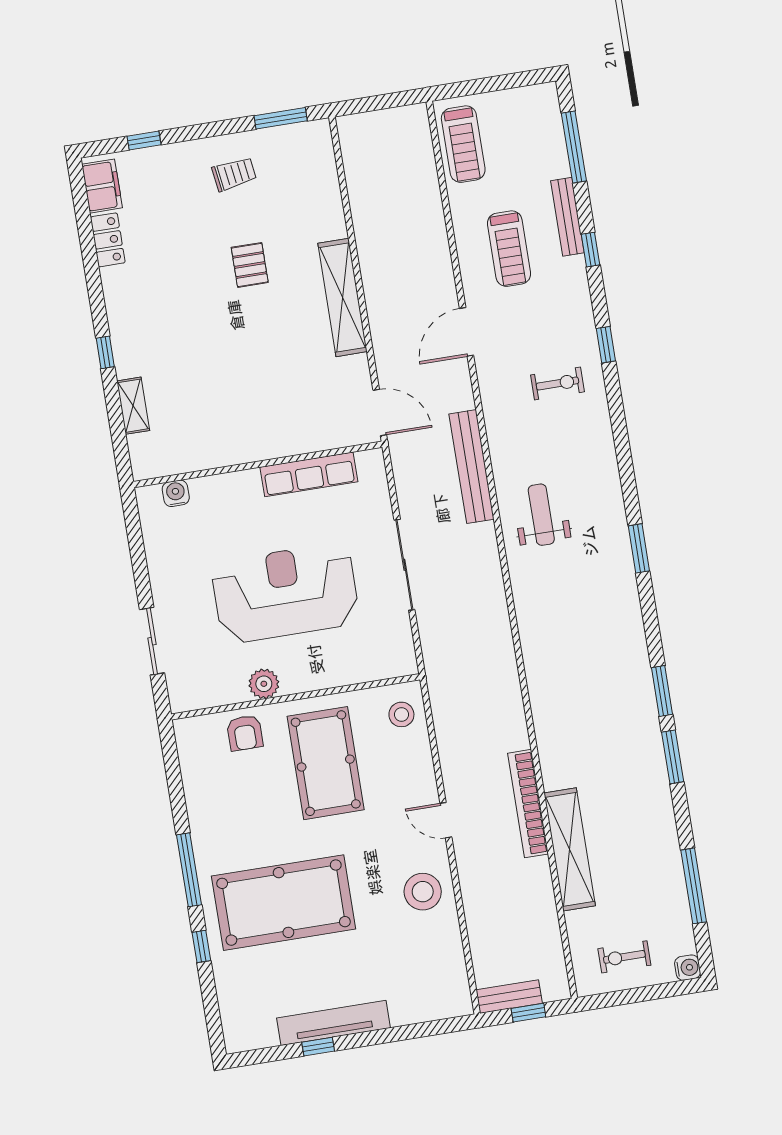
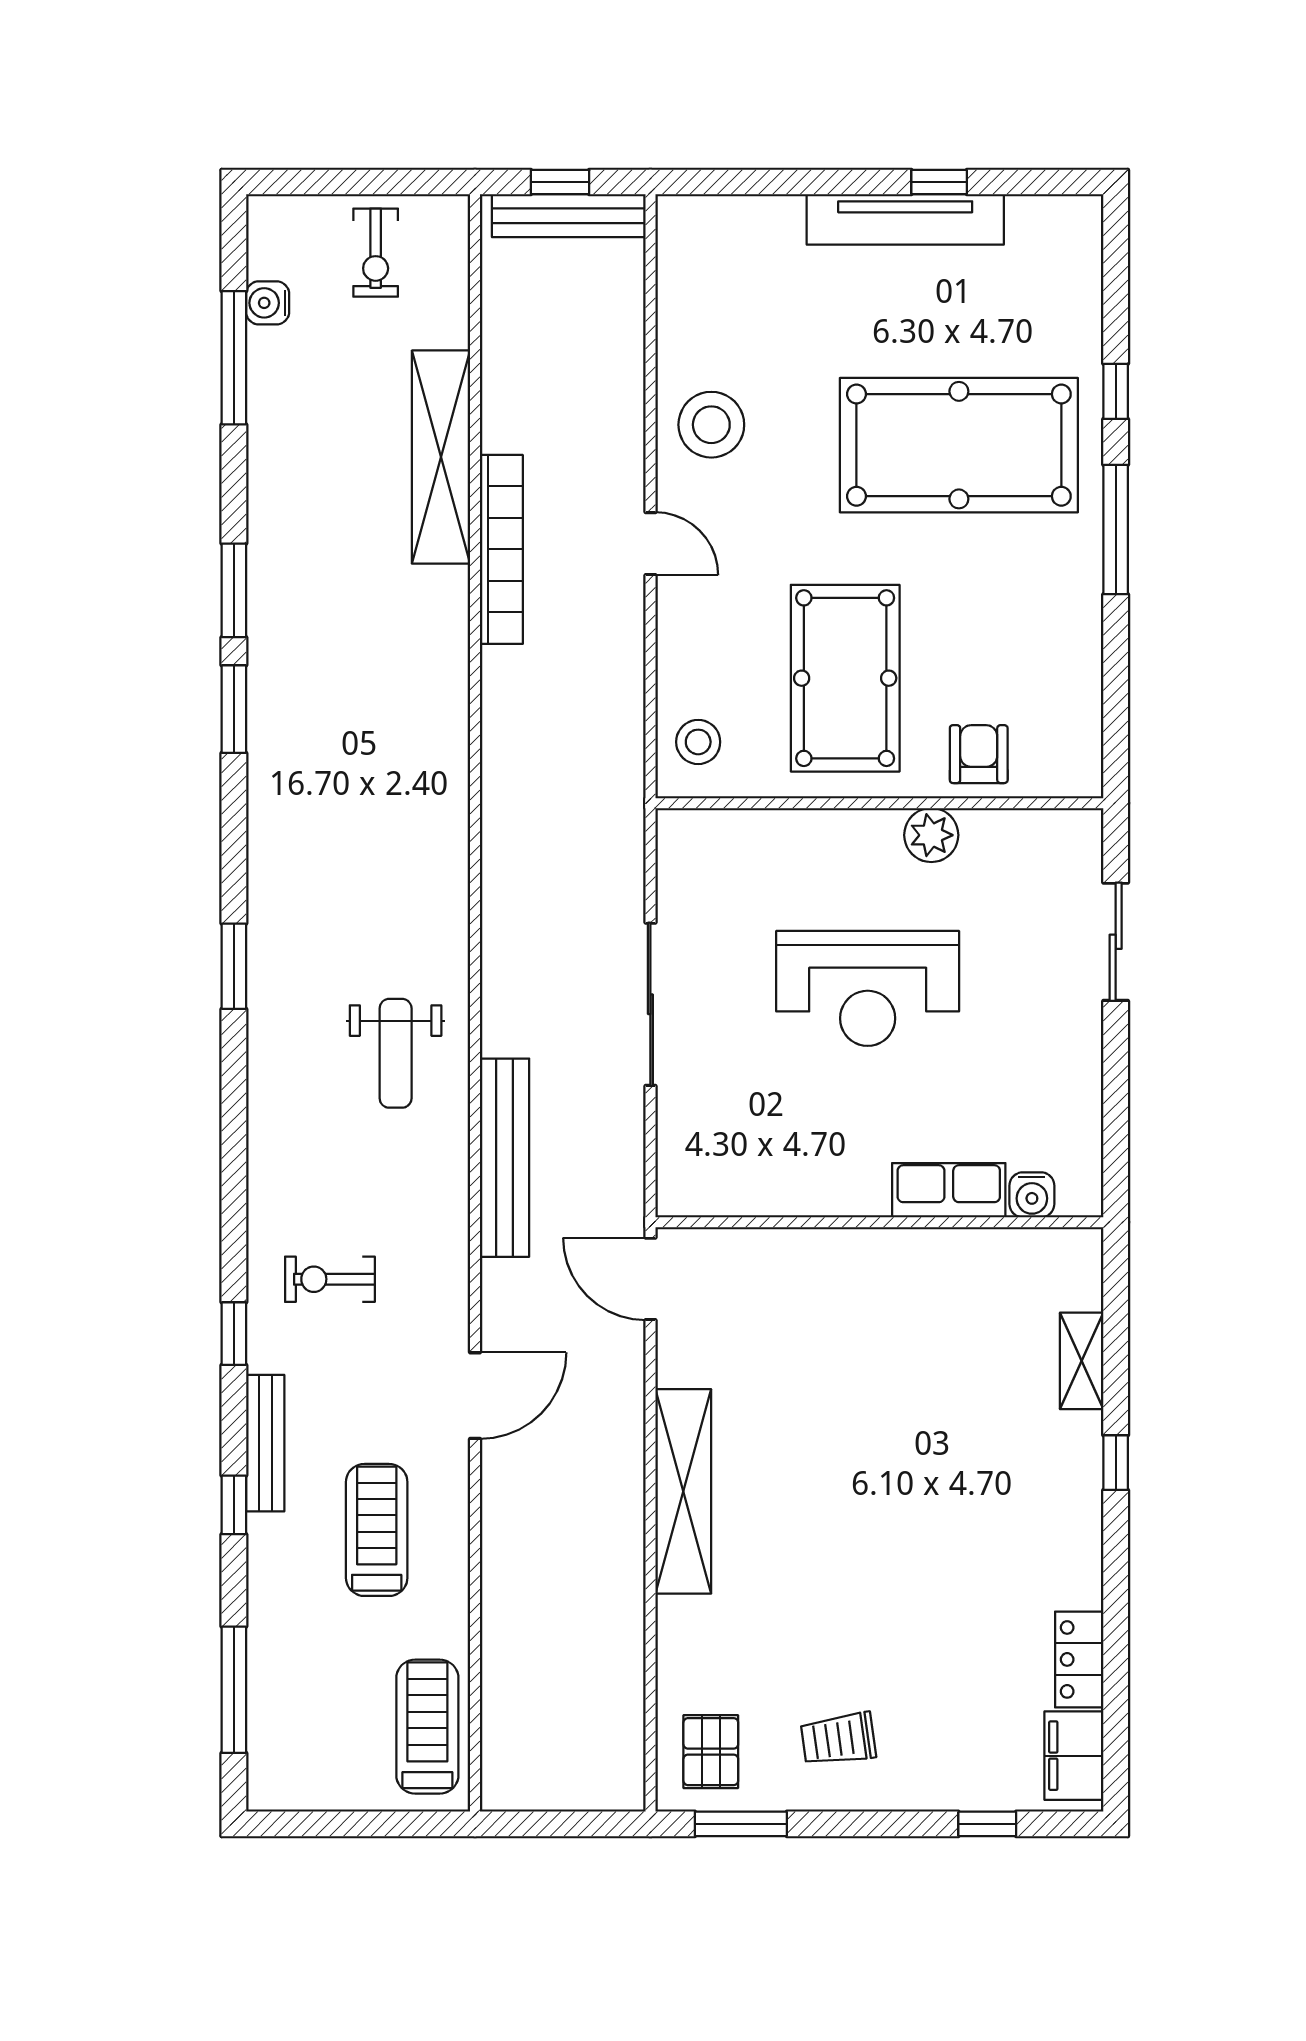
bench: (567, 217) -> (265, 1443), moved
pallet: (250, 265) -> (711, 1752), moved
row of seats: (309, 474) -> (949, 1190), moved, width x0.68
reception desk: (285, 593) -> (868, 988), width x0.74, depth x0.77
exercise bike: (624, 957) -> (376, 253), turned 90
water cooler: (688, 968) -> (268, 303), moved
bench: (509, 997) -> (569, 216), width x1.36

